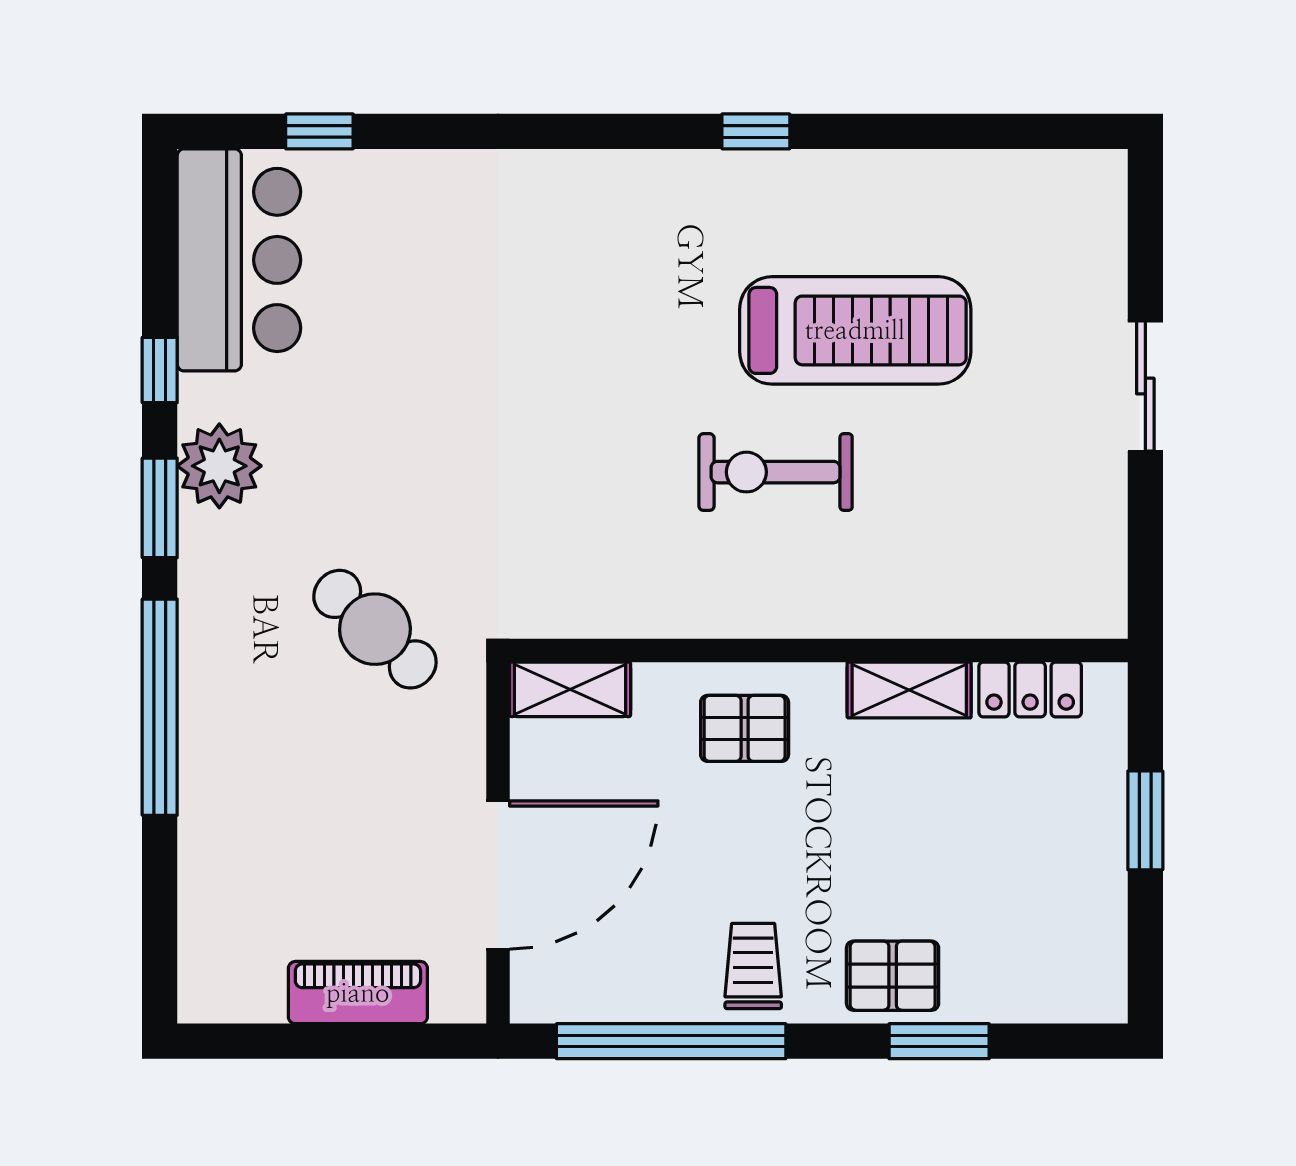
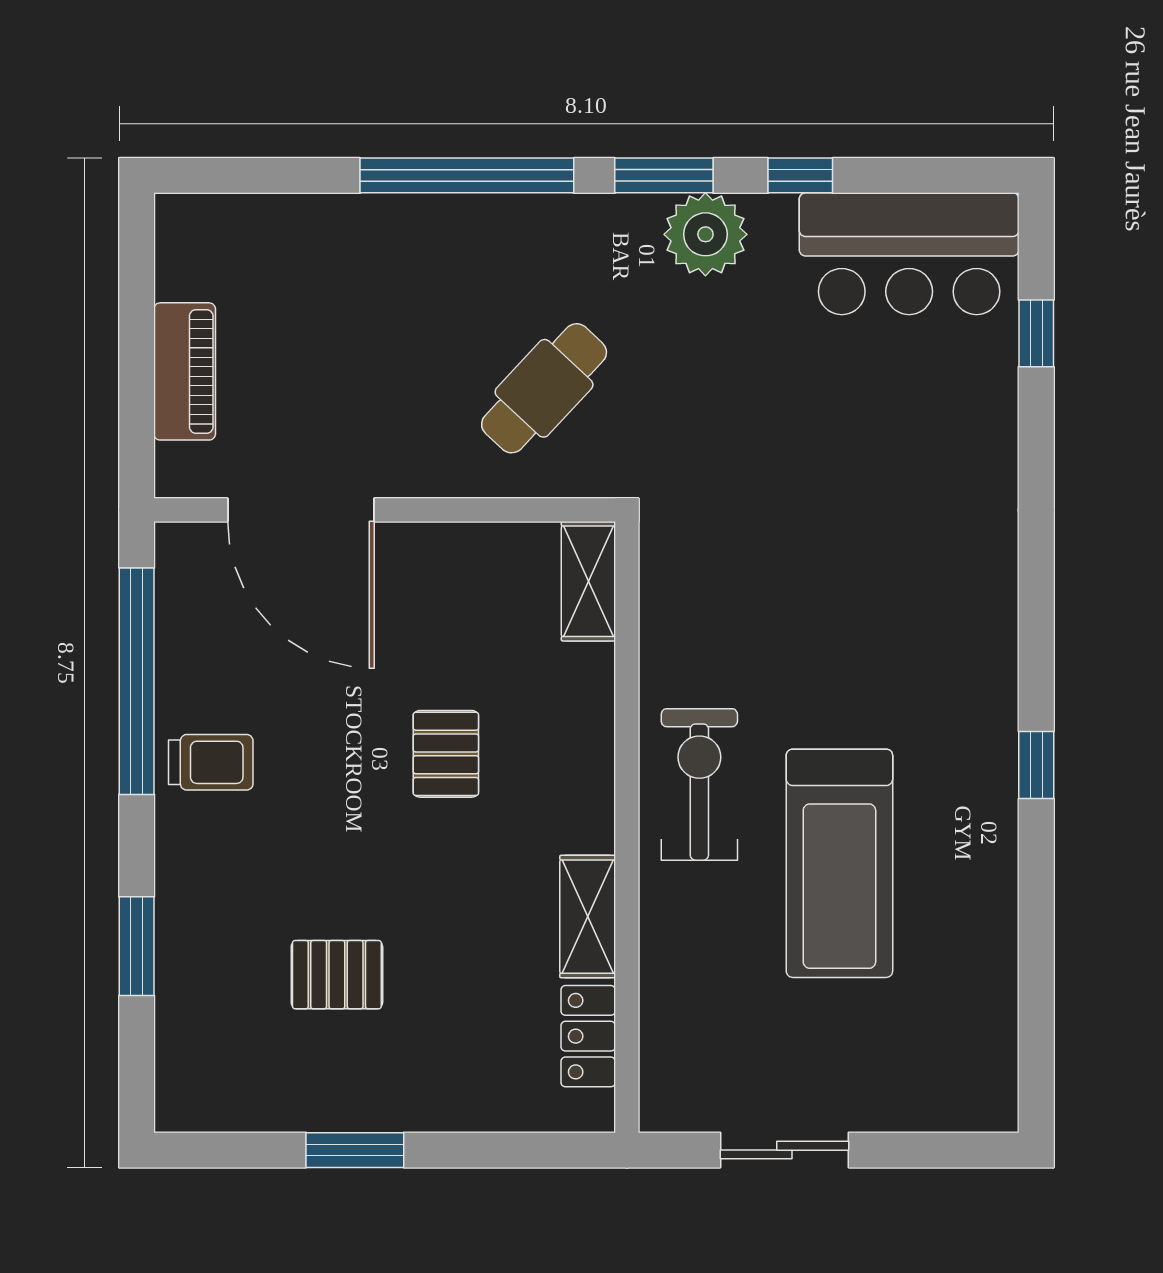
wall: (819, 650) -> (627, 827), moved
shelving: (570, 689) -> (588, 581), moved
locker: (1030, 689) -> (588, 1036), moved
shelving: (909, 690) -> (588, 917), moved
pallet: (893, 976) -> (337, 975), moved, turned 90

